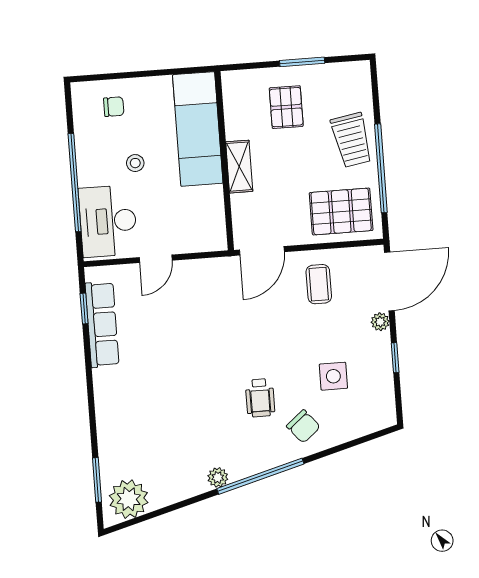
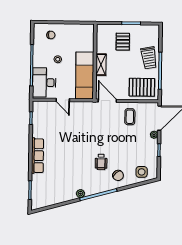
exam couch: (198, 129) -> (85, 76), moved
door: (262, 251) -> (107, 101), swing flipped
door: (156, 259) -> (63, 100), hinge flipped
row of seats: (102, 324) -> (37, 156), moved
side table: (333, 376) -> (142, 172), moved
plant: (129, 499) -> (42, 199), removed

